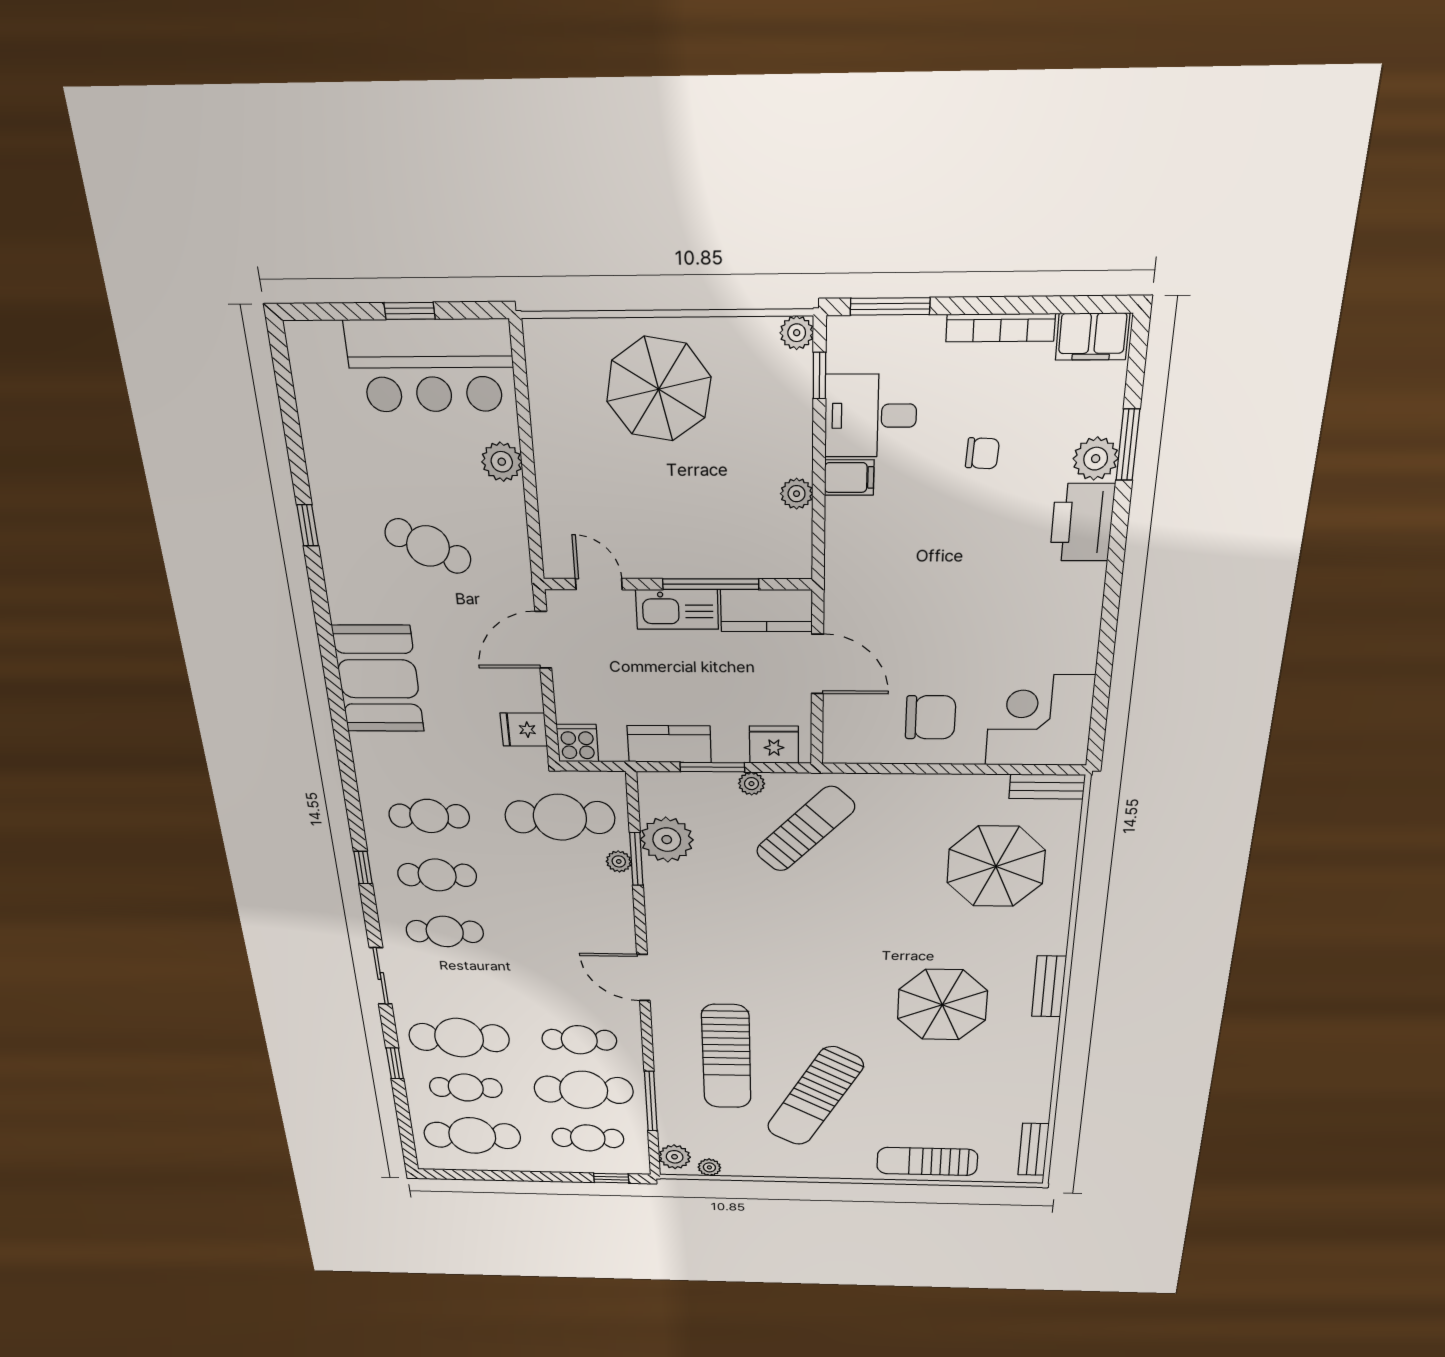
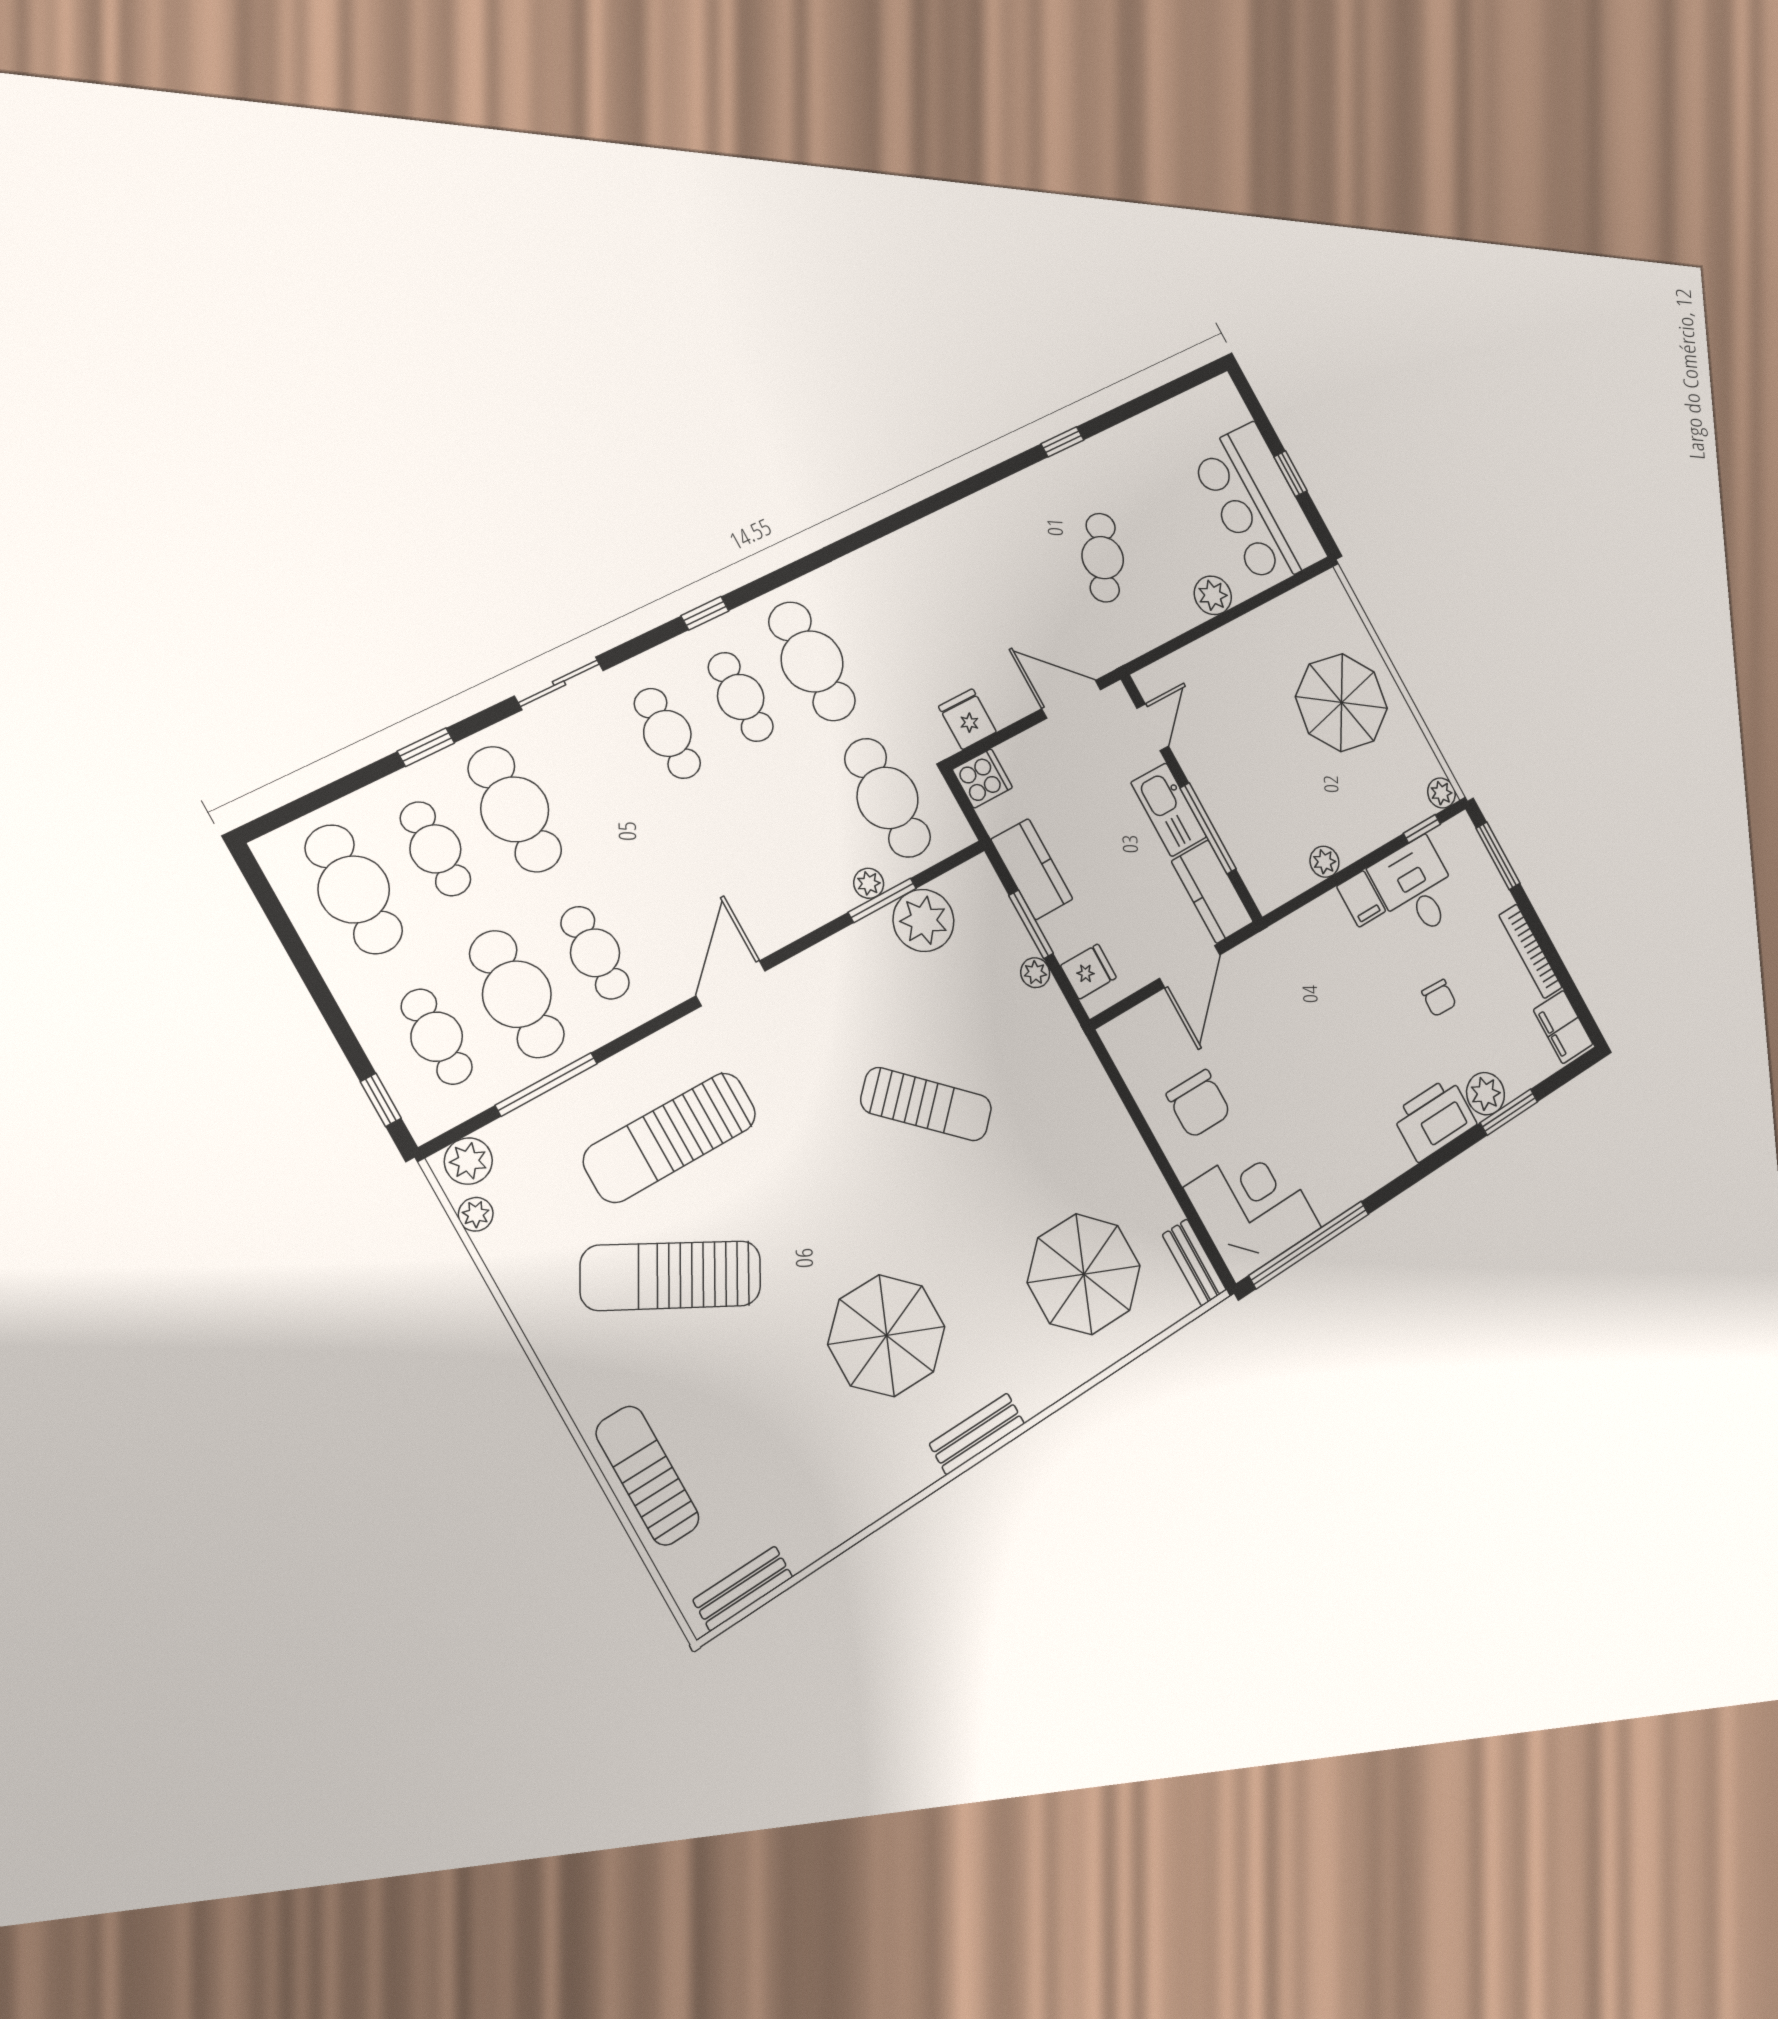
booth: (378, 679) -> (943, 556), removed
window: (1101, 692) -> (1309, 1245), added
fridge: (774, 745) -> (1088, 972), width x0.72
cafe table: (429, 816) -> (812, 661), width x1.37, depth x1.35
sun lounger: (805, 829) -> (926, 1104), moved

